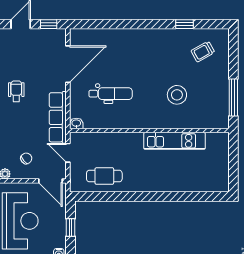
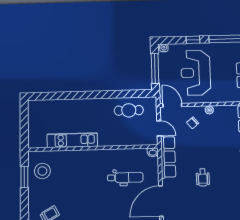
dental chair: (111, 94) -> (125, 178), turned 180
stool: (177, 95) -> (42, 171), moved
window: (233, 97) -> (24, 177), width x0.69
window: (70, 228) -> (155, 69), width x2.17

